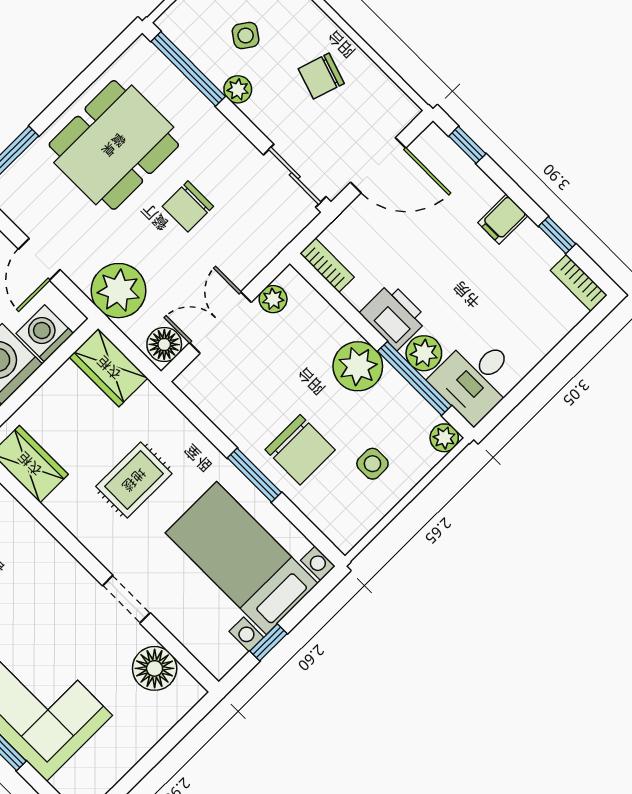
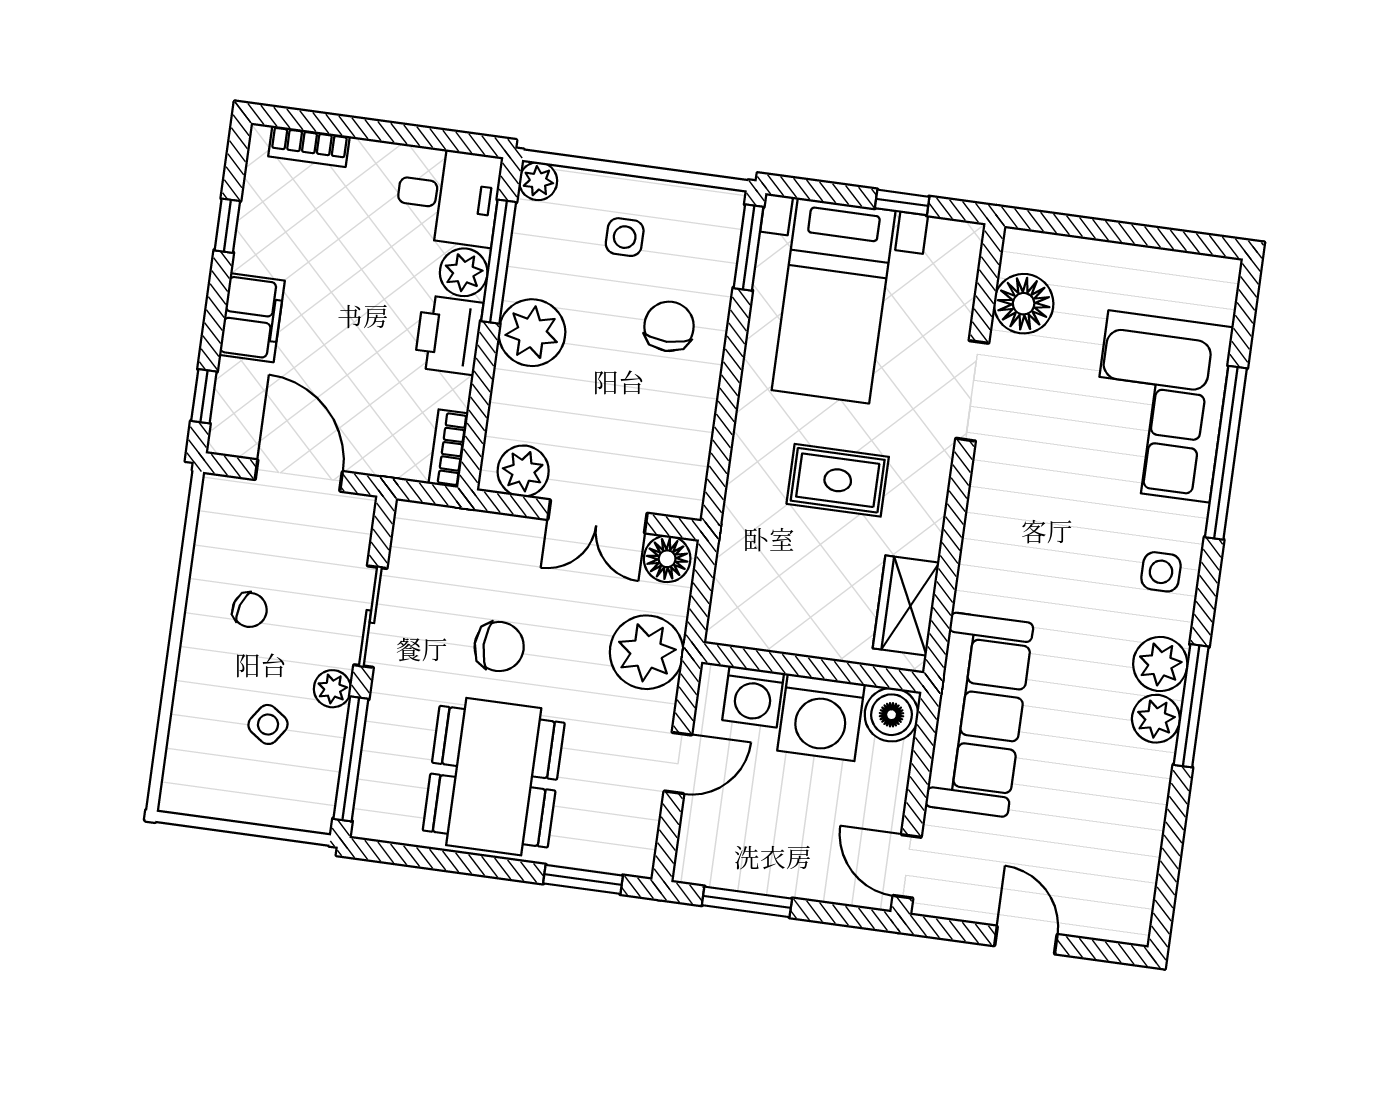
chair: (321, 76) -> (250, 610), width x0.73, depth x0.73
dining table: (114, 145) -> (494, 777), turned 90
sliding door: (295, 176) -> (370, 617), moved
filing cabinet: (503, 219) -> (252, 318), width x2.00
bookcase: (579, 283) -> (309, 146), moved, turned 90
plant: (273, 299) -> (523, 471), width x1.38, depth x1.38
wardrobe: (109, 368) -> (738, 600), removed
chair: (300, 450) -> (669, 326), width x0.73, depth x0.73
window: (254, 475) -> (749, 247), moved
doorway: (126, 599) -> (972, 391), width x1.38

